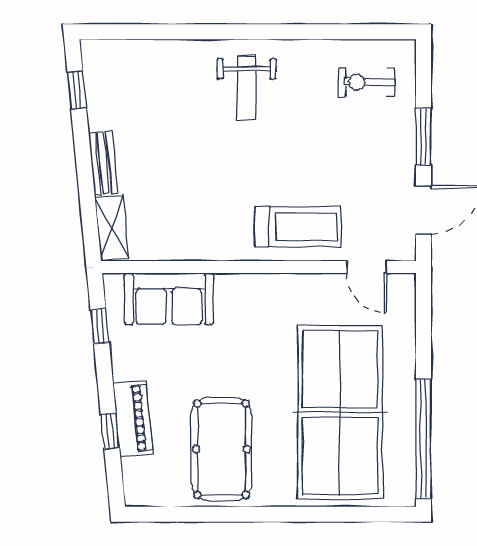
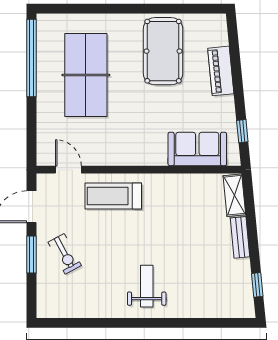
exercise bike: (367, 82) -> (65, 254), moved, turned 62
table tennis table: (340, 412) -> (86, 75), width x0.73, depth x0.76
window: (110, 431) -> (236, 63), removed

